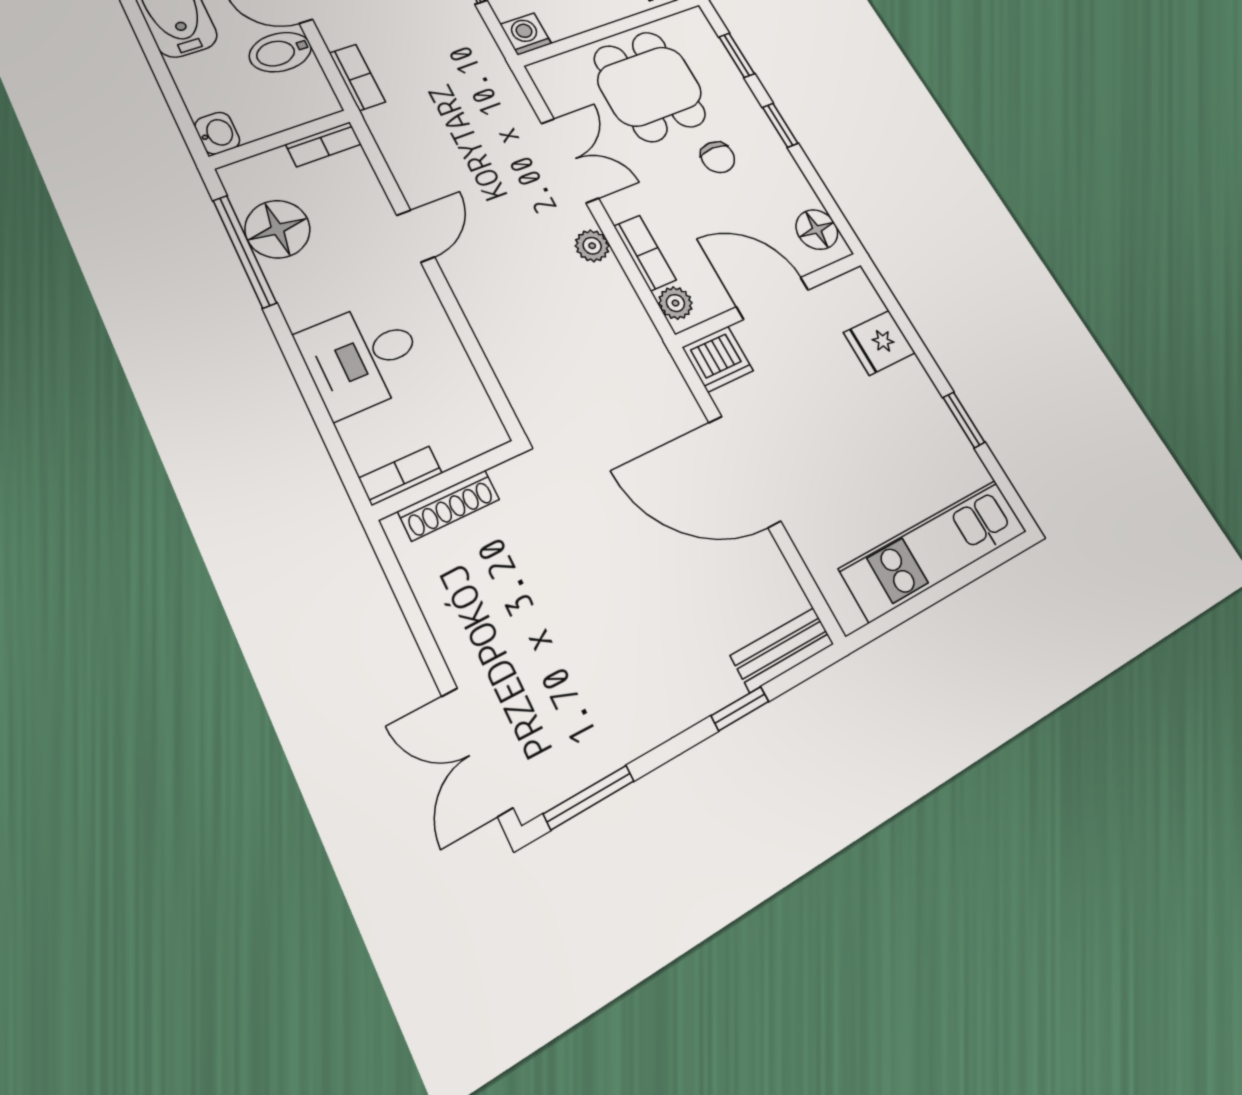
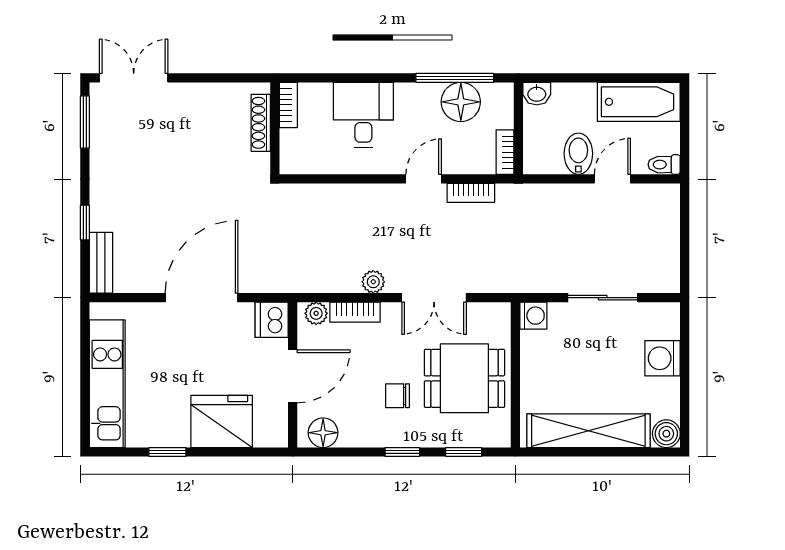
bookcase: (357, 77) -> (471, 193), moved
door: (416, 236) -> (424, 179), swing flipped
fridge: (879, 343) -> (222, 421), width x1.88, depth x1.34

